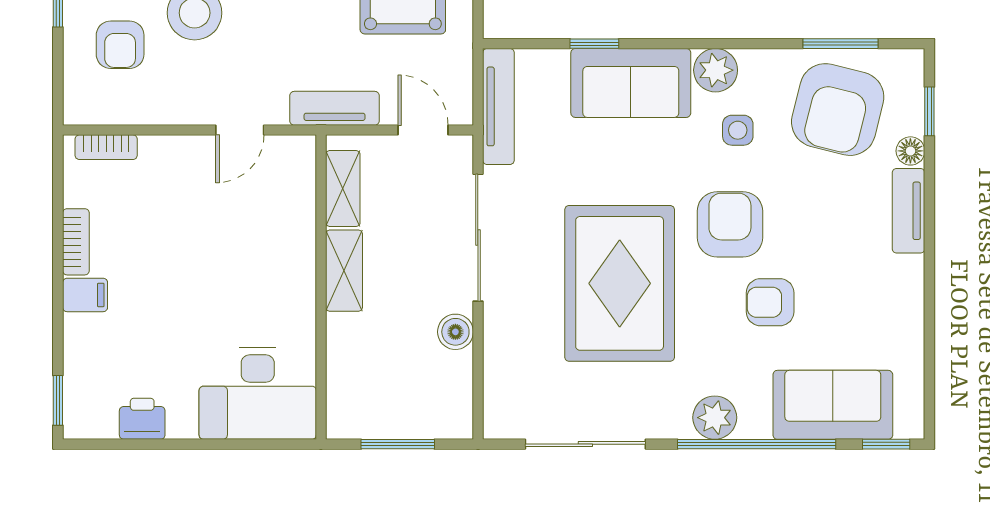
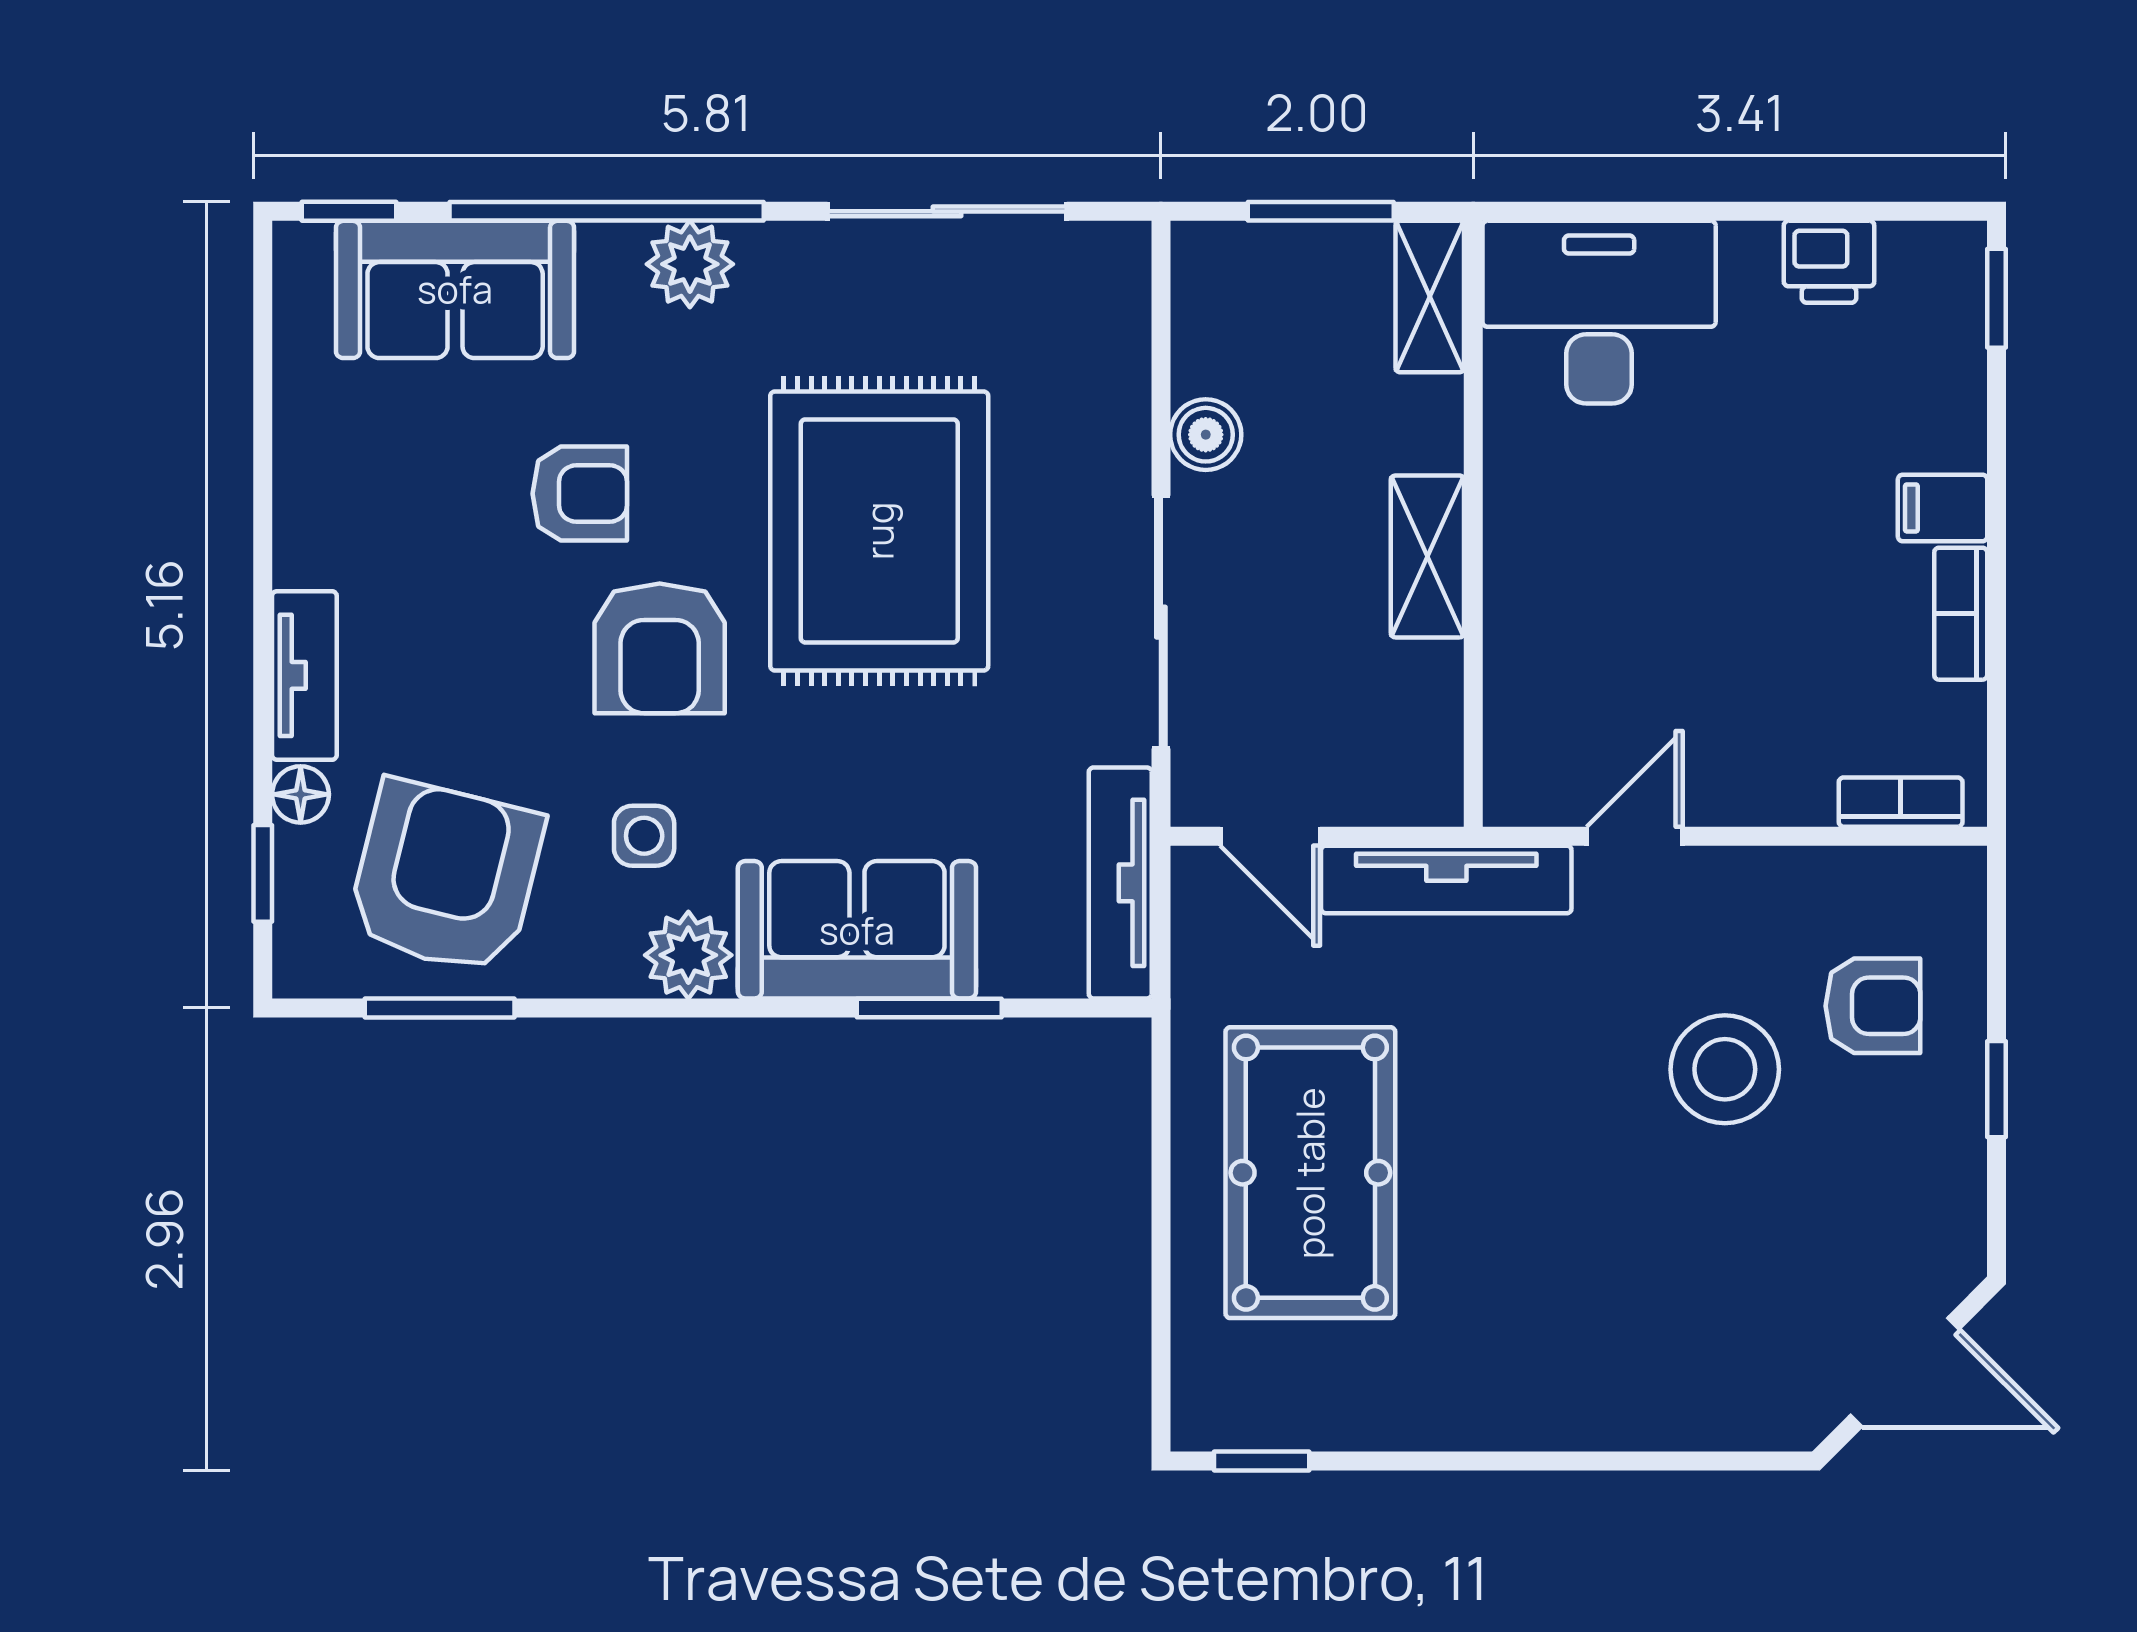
window: (594, 44) -> (929, 1008), width x1.50
armchair: (120, 45) -> (1873, 1006), turned 90
tv unit: (335, 108) -> (1446, 879), width x1.41
shelving: (343, 189) -> (1430, 297), moved

